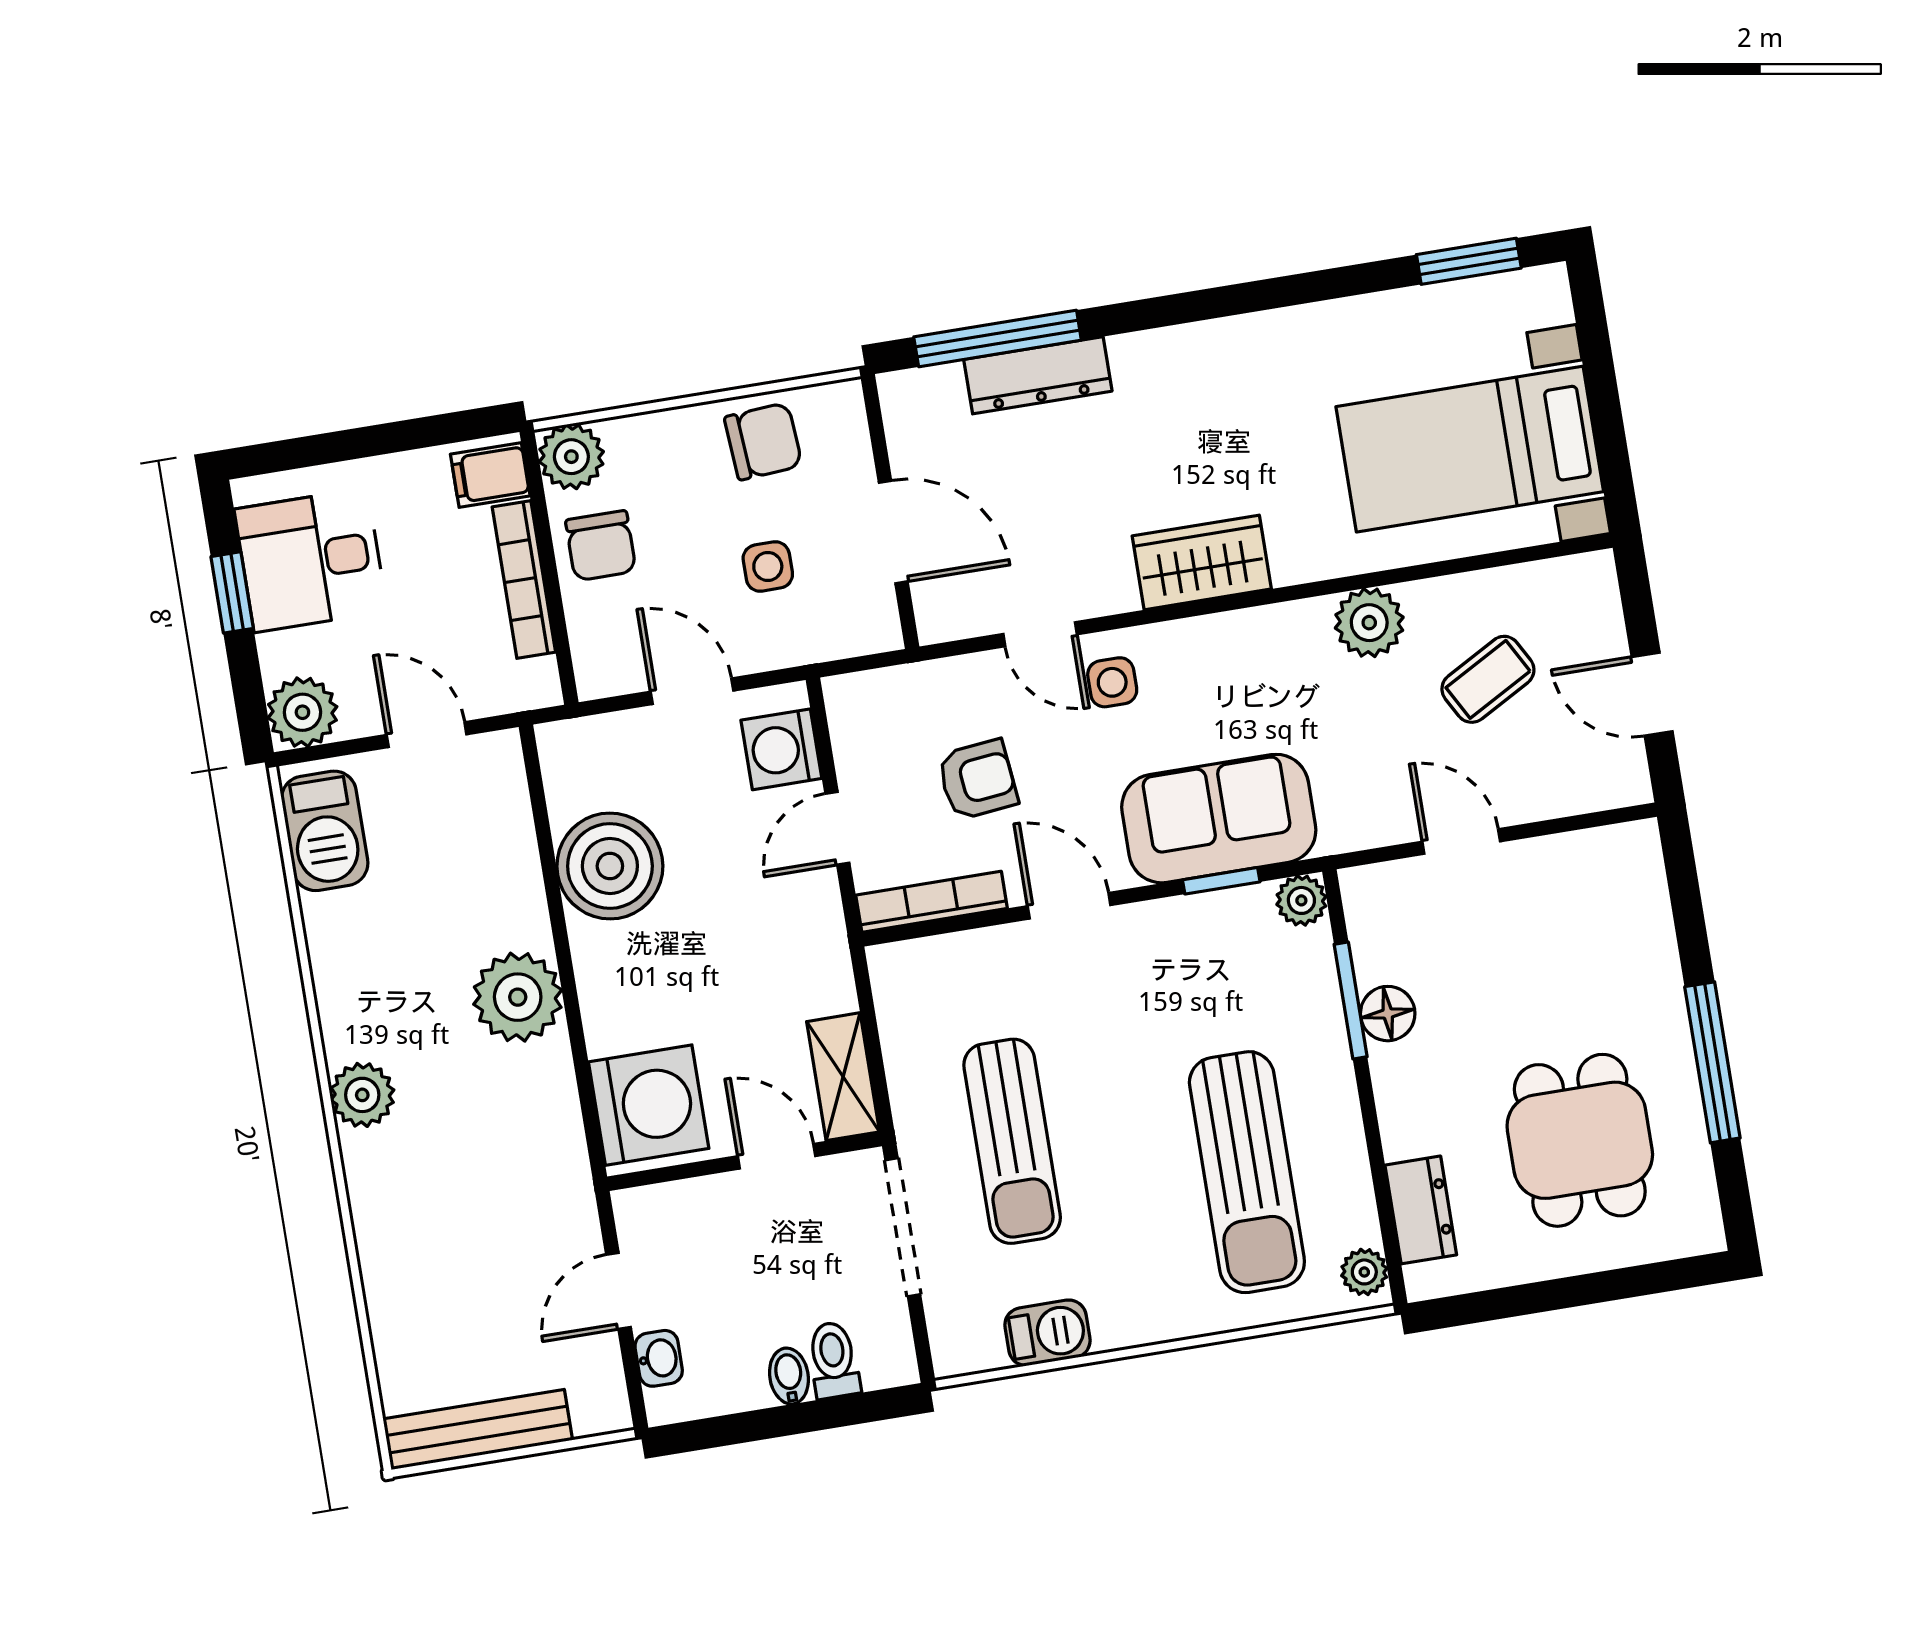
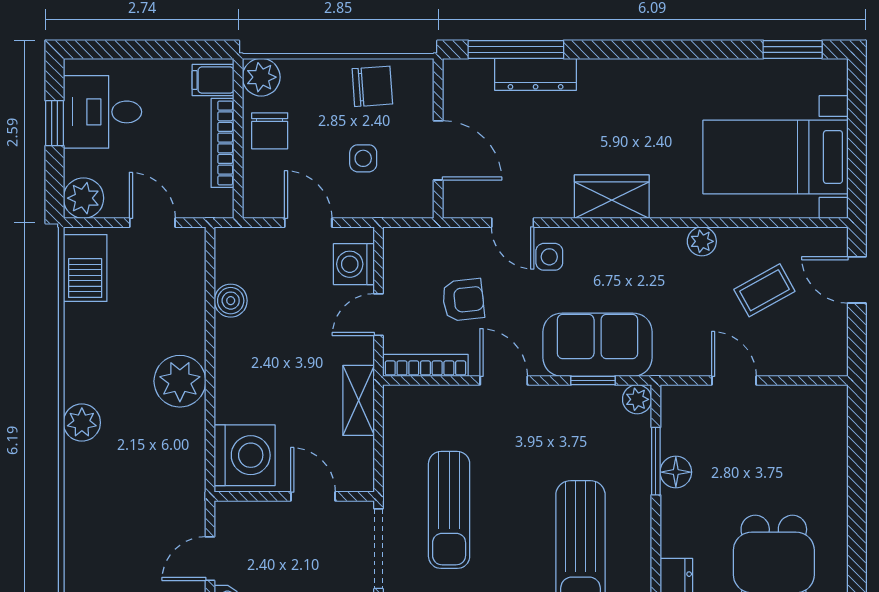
plant: (1369, 623) -> (702, 241), width x0.73, depth x0.73
door: (1652, 694) -> (857, 280), moved
boiler: (610, 866) -> (231, 301), width x0.54, depth x0.54
window: (1712, 1062) -> (857, 530), removed
shelving: (843, 1077) -> (359, 400), moved

